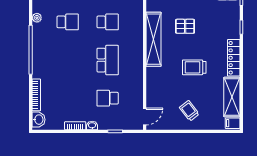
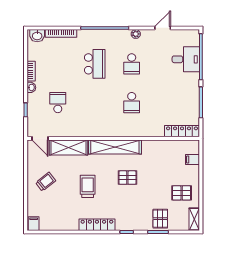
pallet: (185, 26) -> (127, 178), turned 90
school desk: (108, 60) -> (95, 64), moved, turned -90
shelving: (232, 97) -> (68, 148), moved

